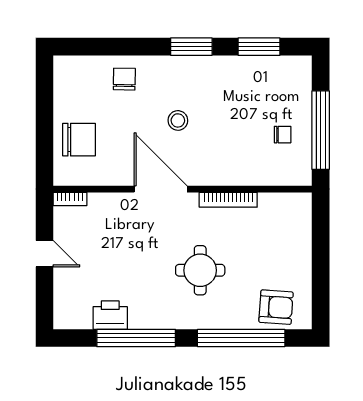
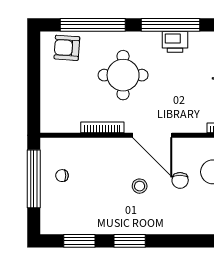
chair: (124, 79) -> (180, 180), moved
round table: (200, 270) -> (123, 75), width x1.36, depth x1.36
printer: (110, 315) -> (175, 42), moved

